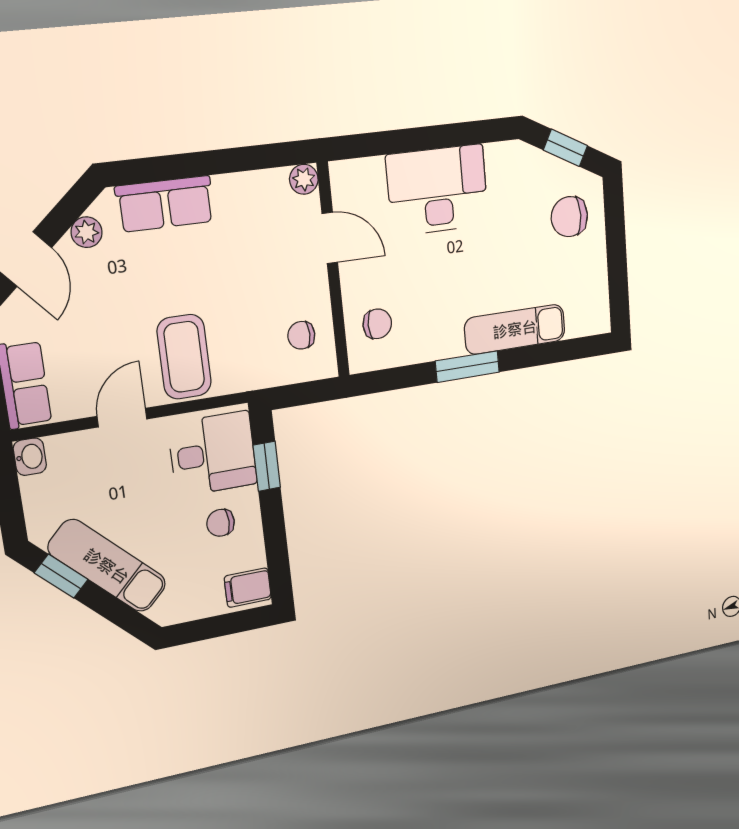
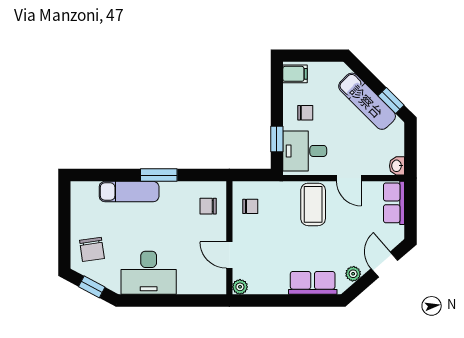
desk: (438, 190) -> (149, 273), moved
chair: (569, 217) -> (92, 249), turned 82
door: (122, 418) -> (349, 178), hinge flipped

